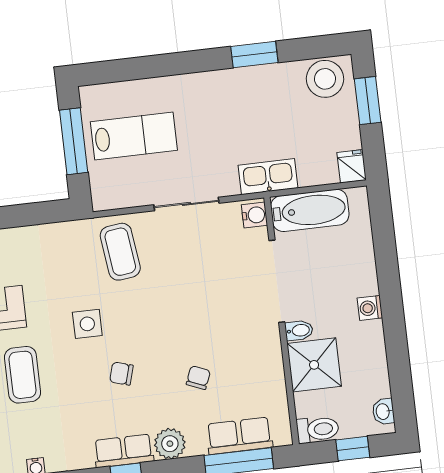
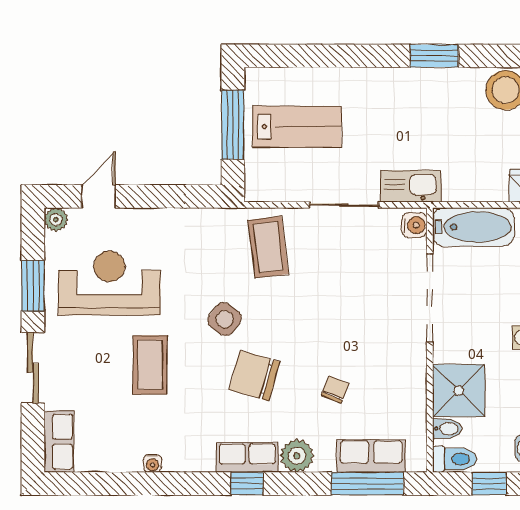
kitchen sink: (268, 177) -> (411, 186), moved
side table: (87, 324) -> (225, 319), turned 38
bidet: (299, 330) -> (447, 429), moved
chair: (121, 374) -> (254, 376), width x1.87, depth x1.87

